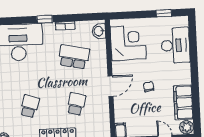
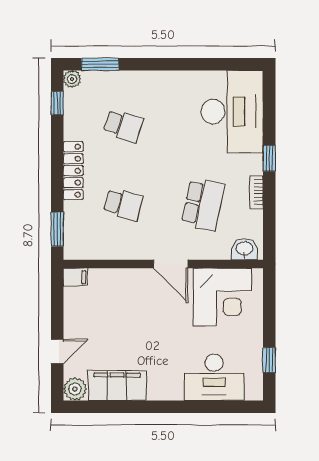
door: (111, 86) -> (171, 264), moved
chair: (149, 87) -> (147, 328), removed

